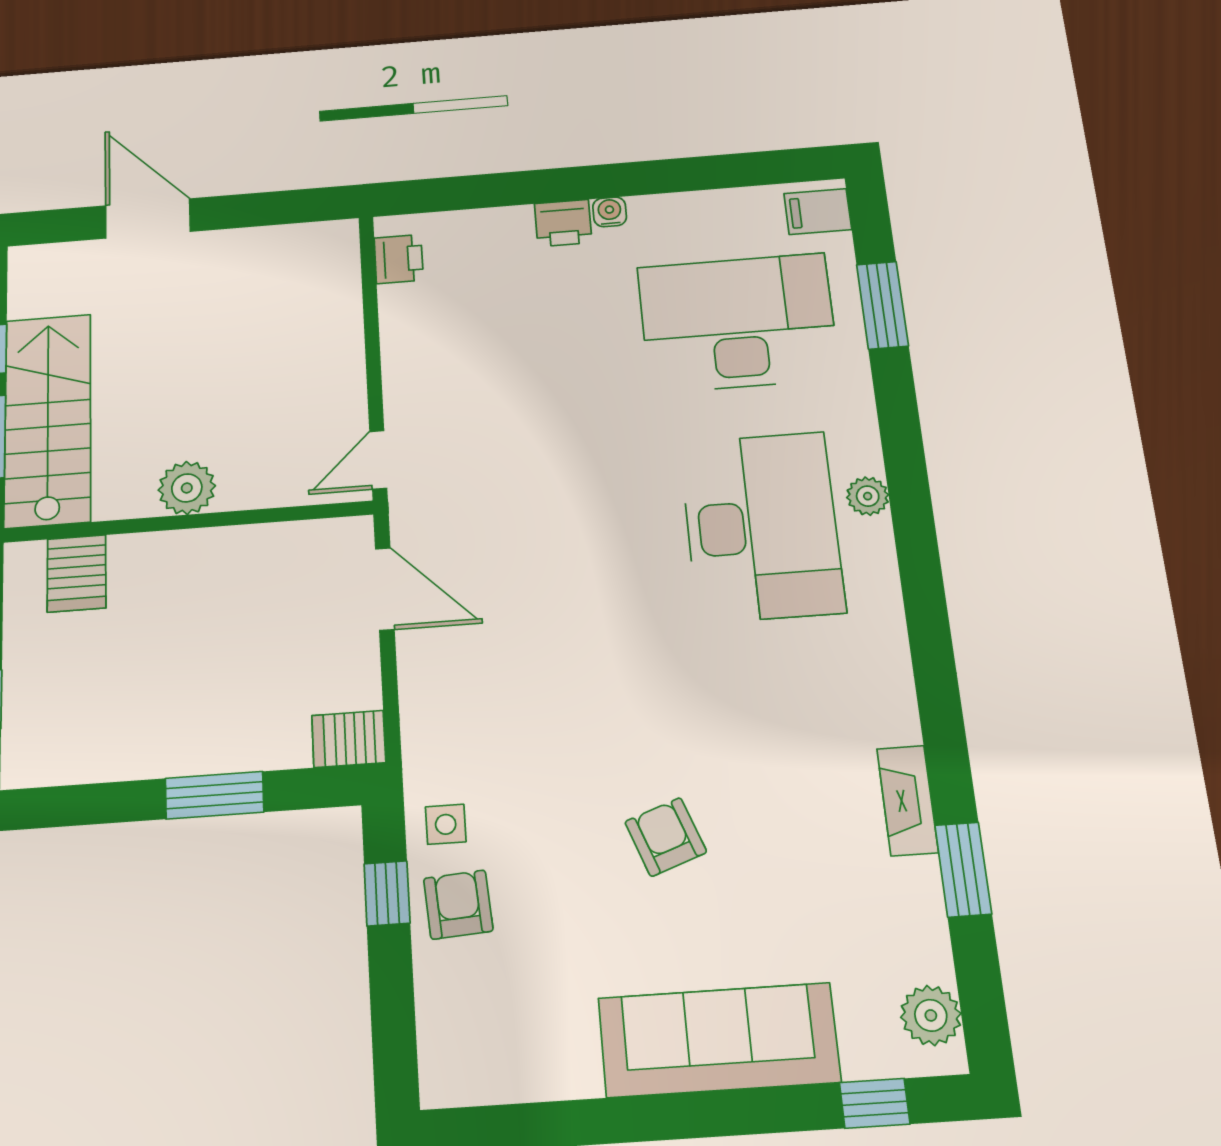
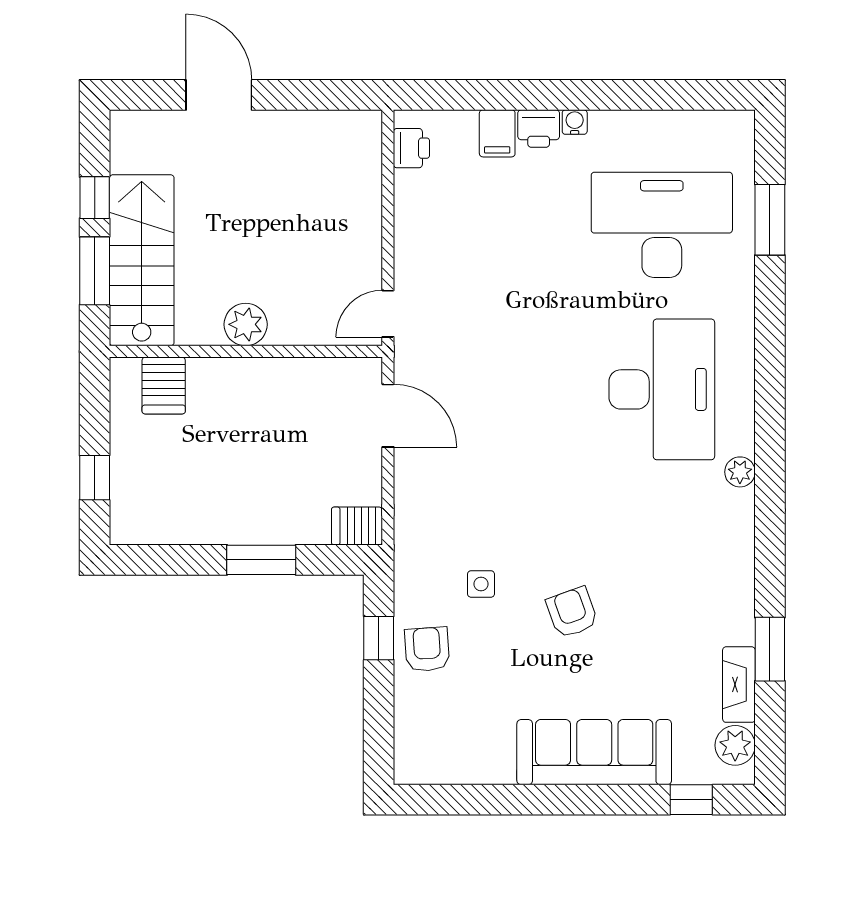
filing cabinet: (818, 212) -> (497, 133), moved, turned -90
plant: (868, 496) -> (740, 472), moved
fireplace: (907, 800) -> (739, 685), moved
side table: (446, 824) -> (481, 584), moved

